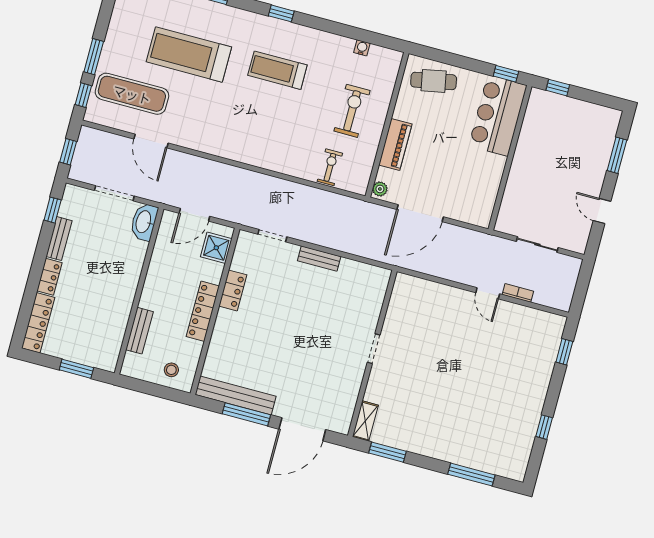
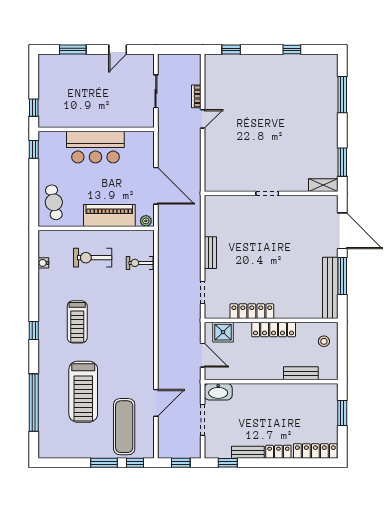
bar counter: (498, 116) -> (95, 147), moved
piano: (395, 145) -> (109, 216), width x1.37, depth x1.33
locker: (233, 290) -> (252, 311), width x1.53

